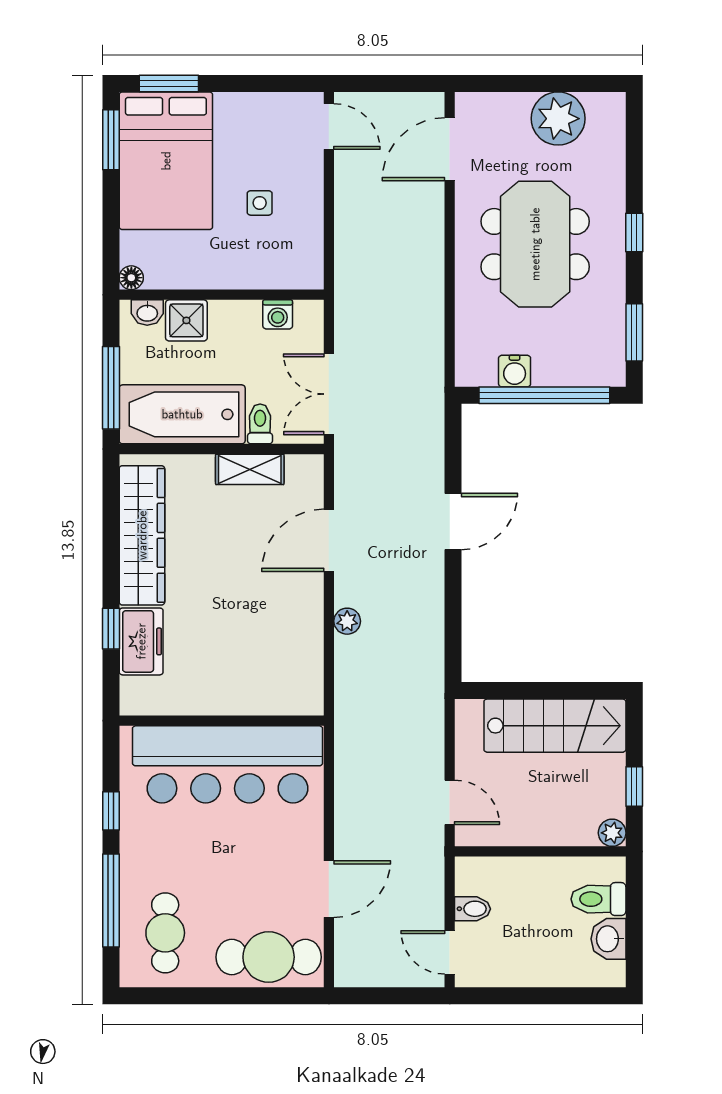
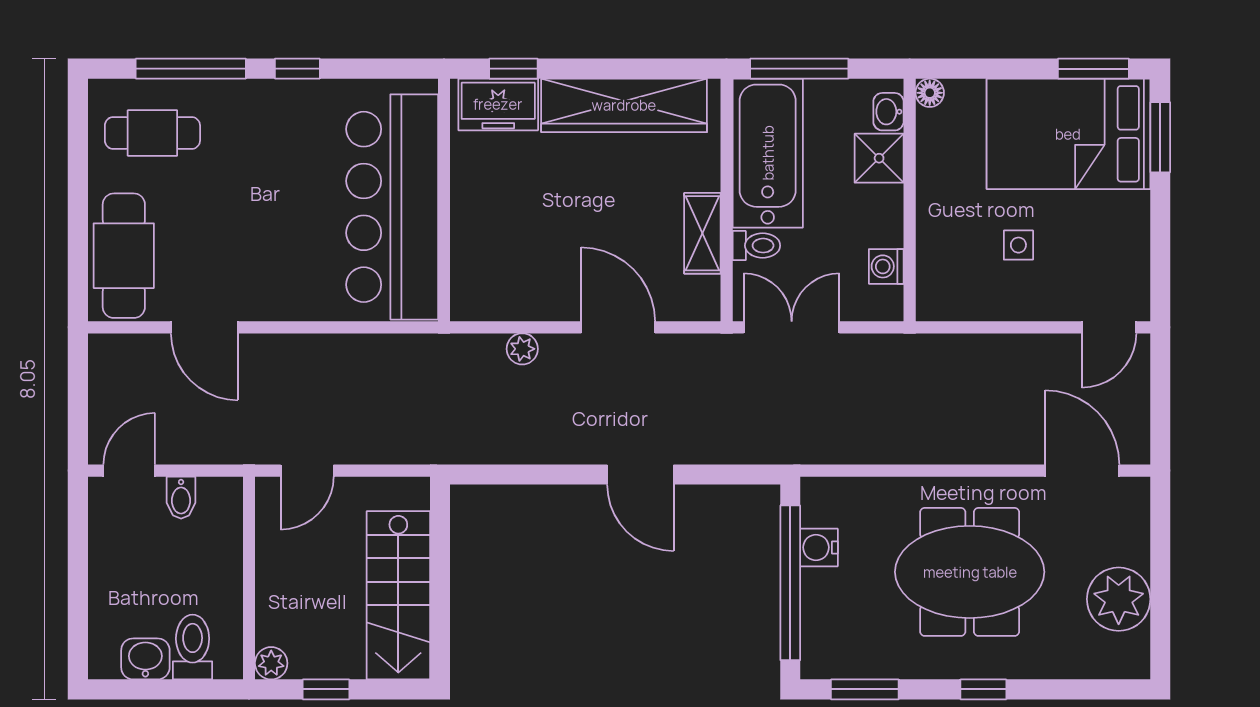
wall: (222, 721) -> (444, 200), moved
bar counter: (227, 764) -> (392, 207), moved

